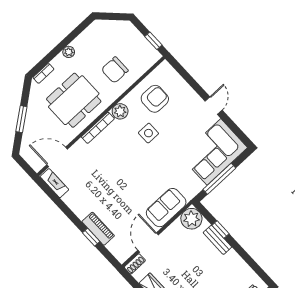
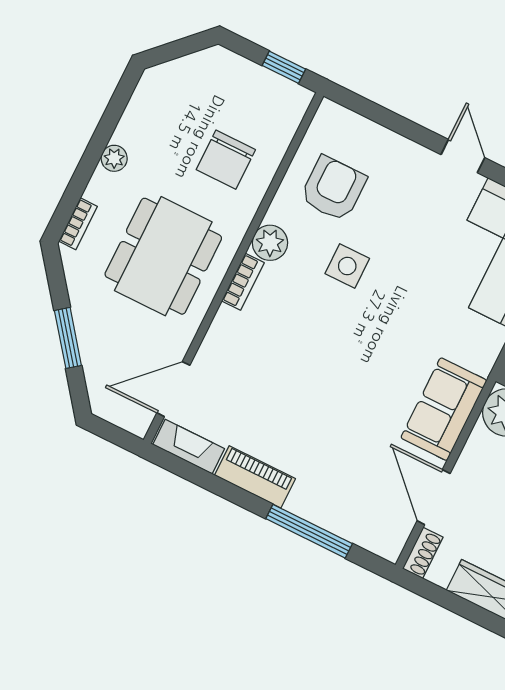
bookcase: (98, 128) -> (243, 282), width x0.64
piano: (98, 229) -> (255, 477), moved
window: (91, 237) -> (309, 531), width x2.17

